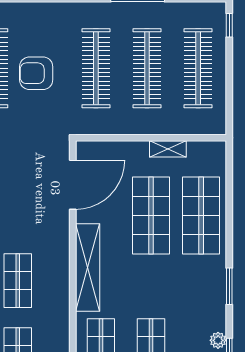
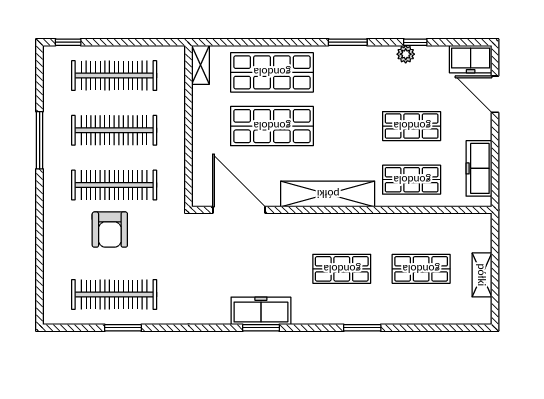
armchair: (36, 73) -> (110, 230), moved
shelving: (168, 149) -> (201, 65), moved

